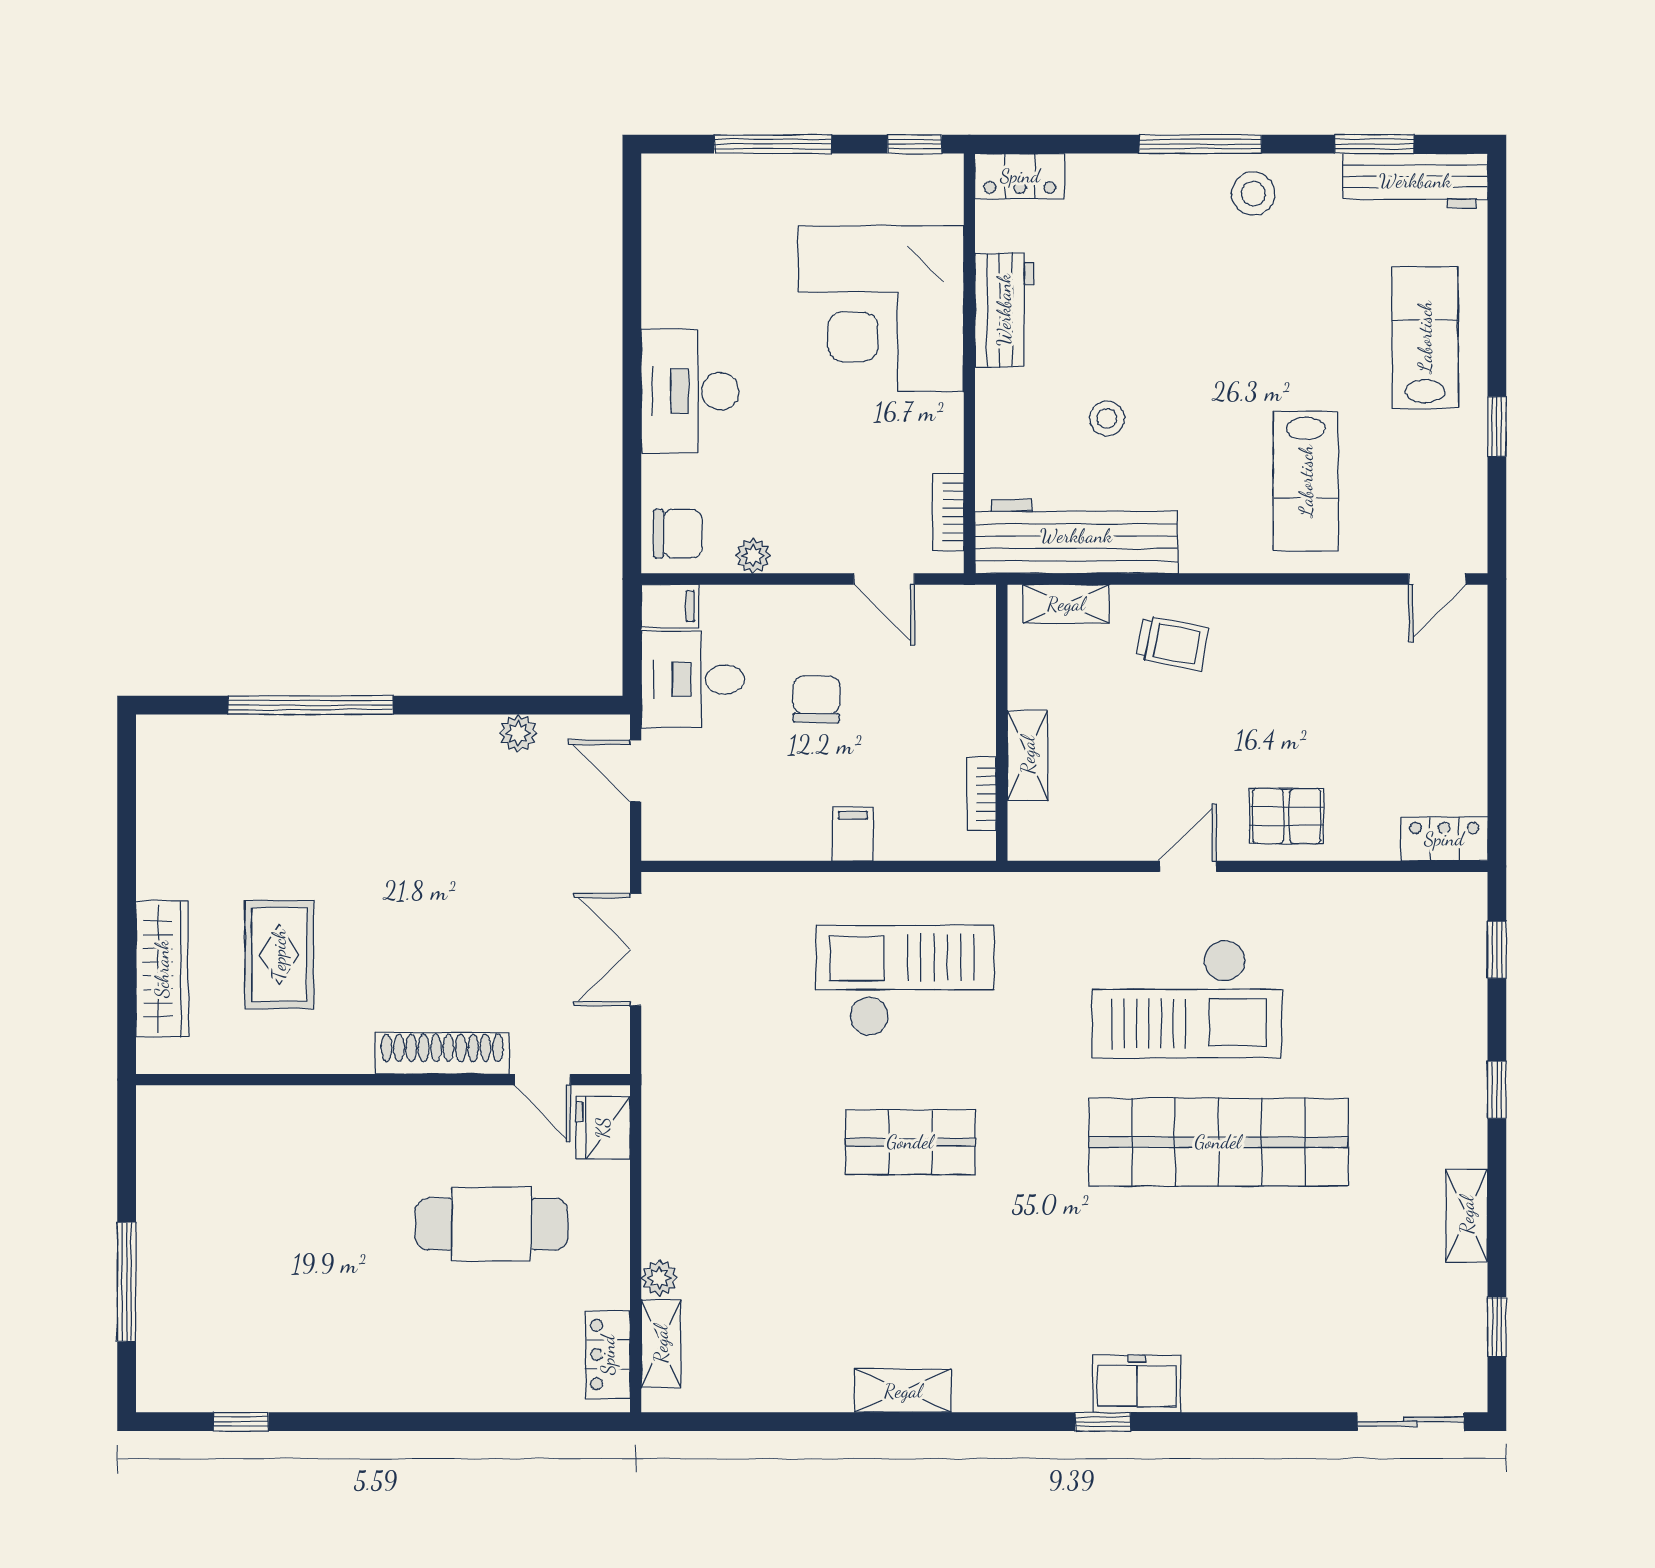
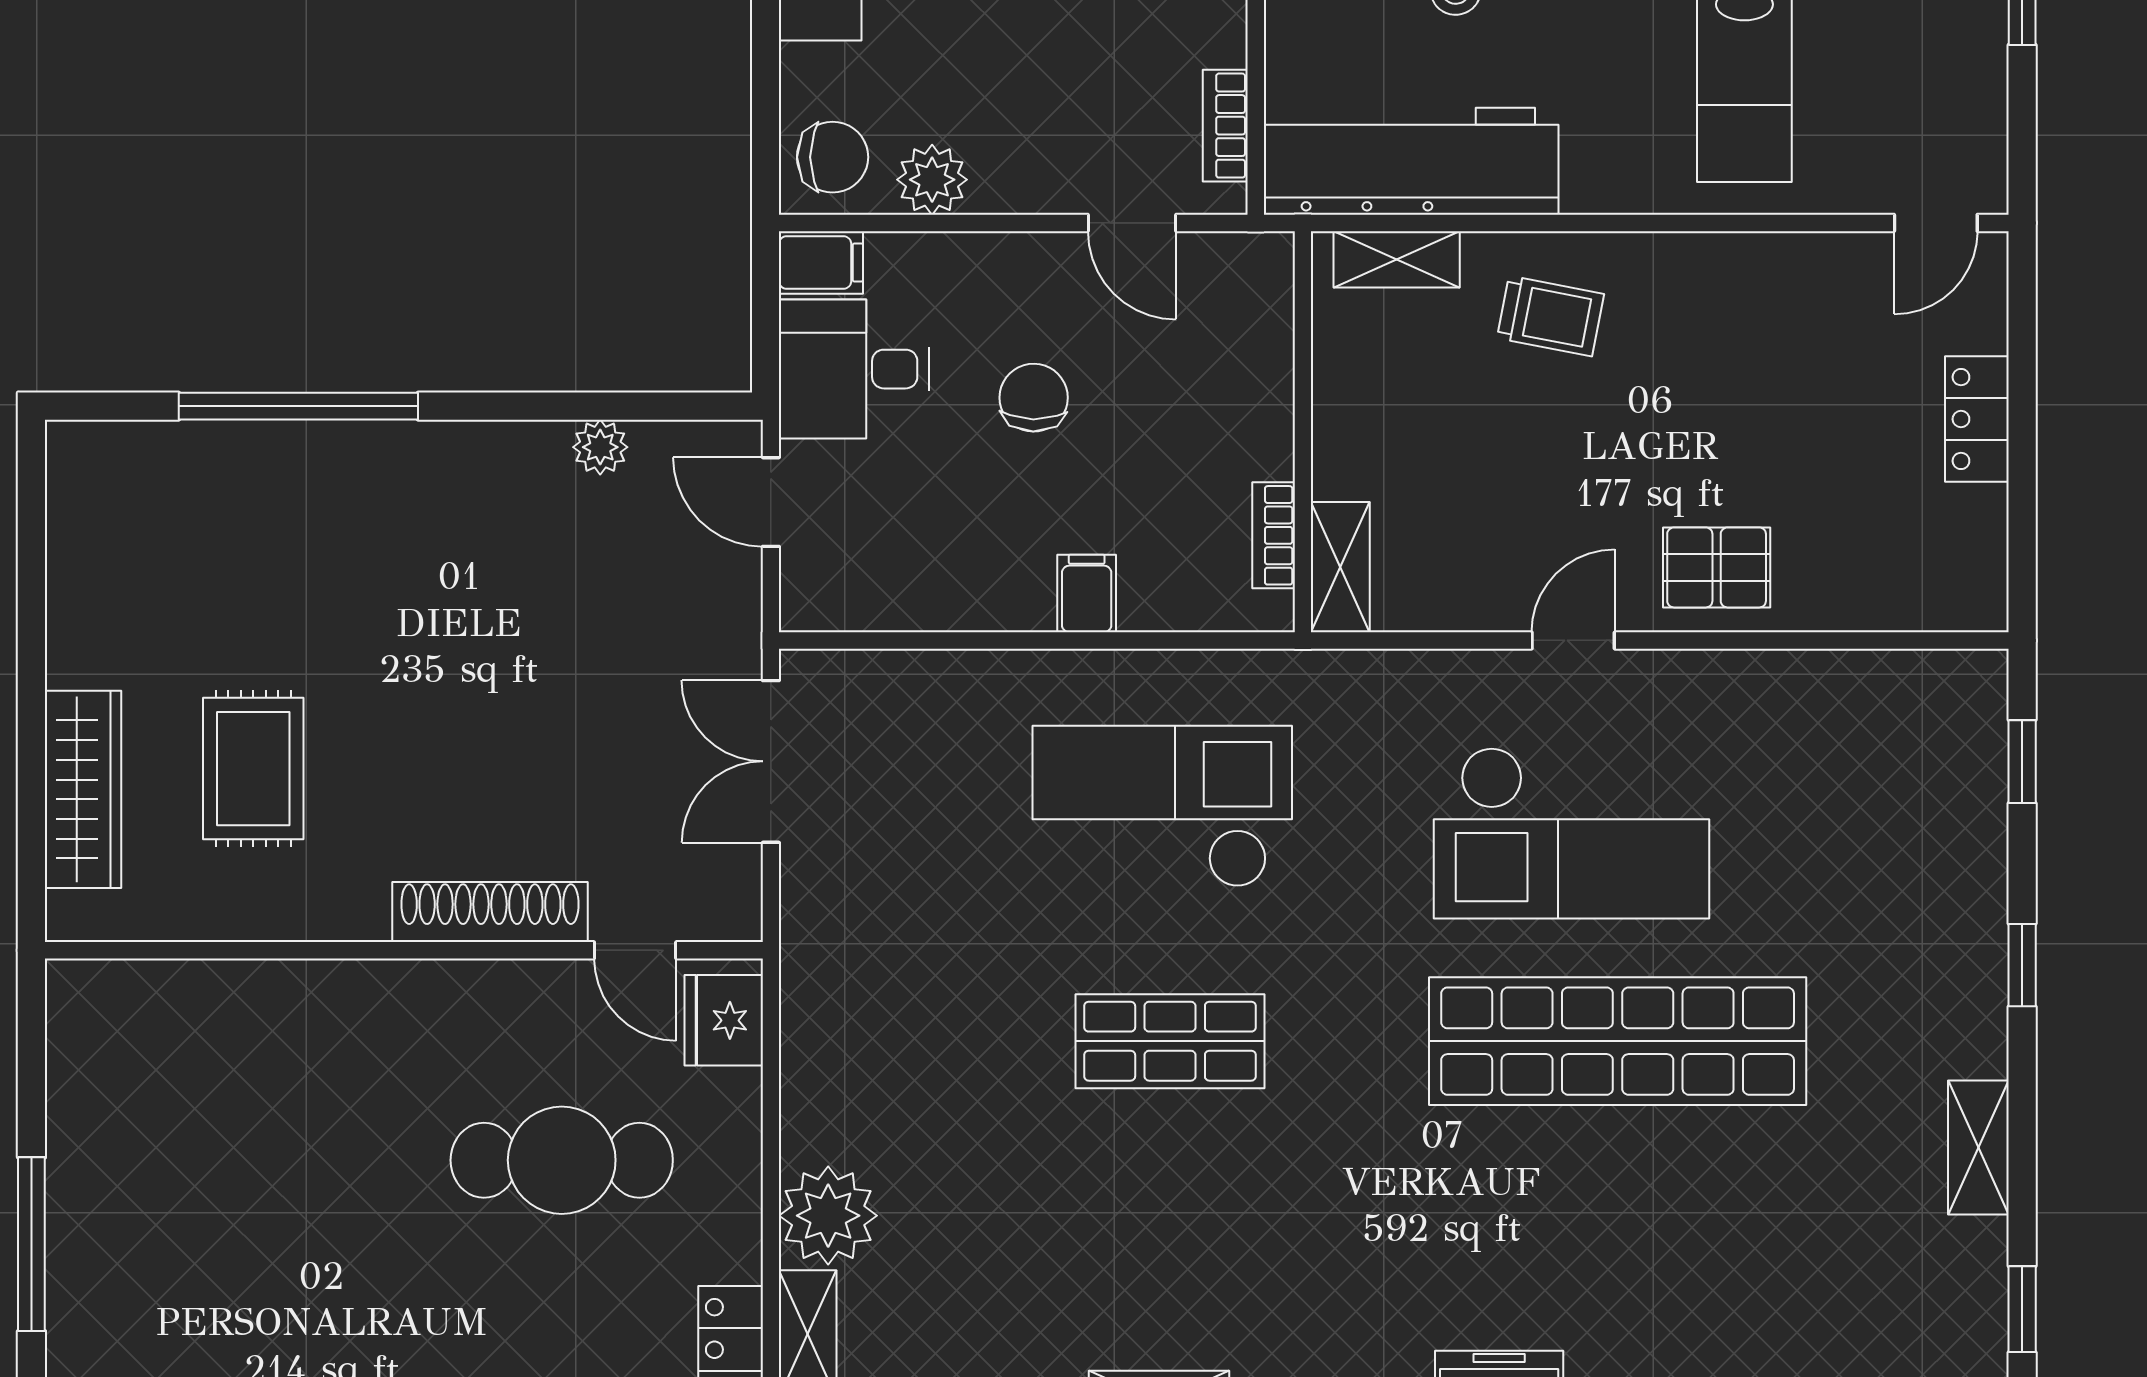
plant: (753, 556) -> (932, 180), width x1.38, depth x1.38
shelving: (1028, 755) -> (1340, 567), moved
locker: (1444, 839) -> (1977, 419), moved, turned -90
plant: (659, 1278) -> (828, 1216), width x1.88, depth x1.88

